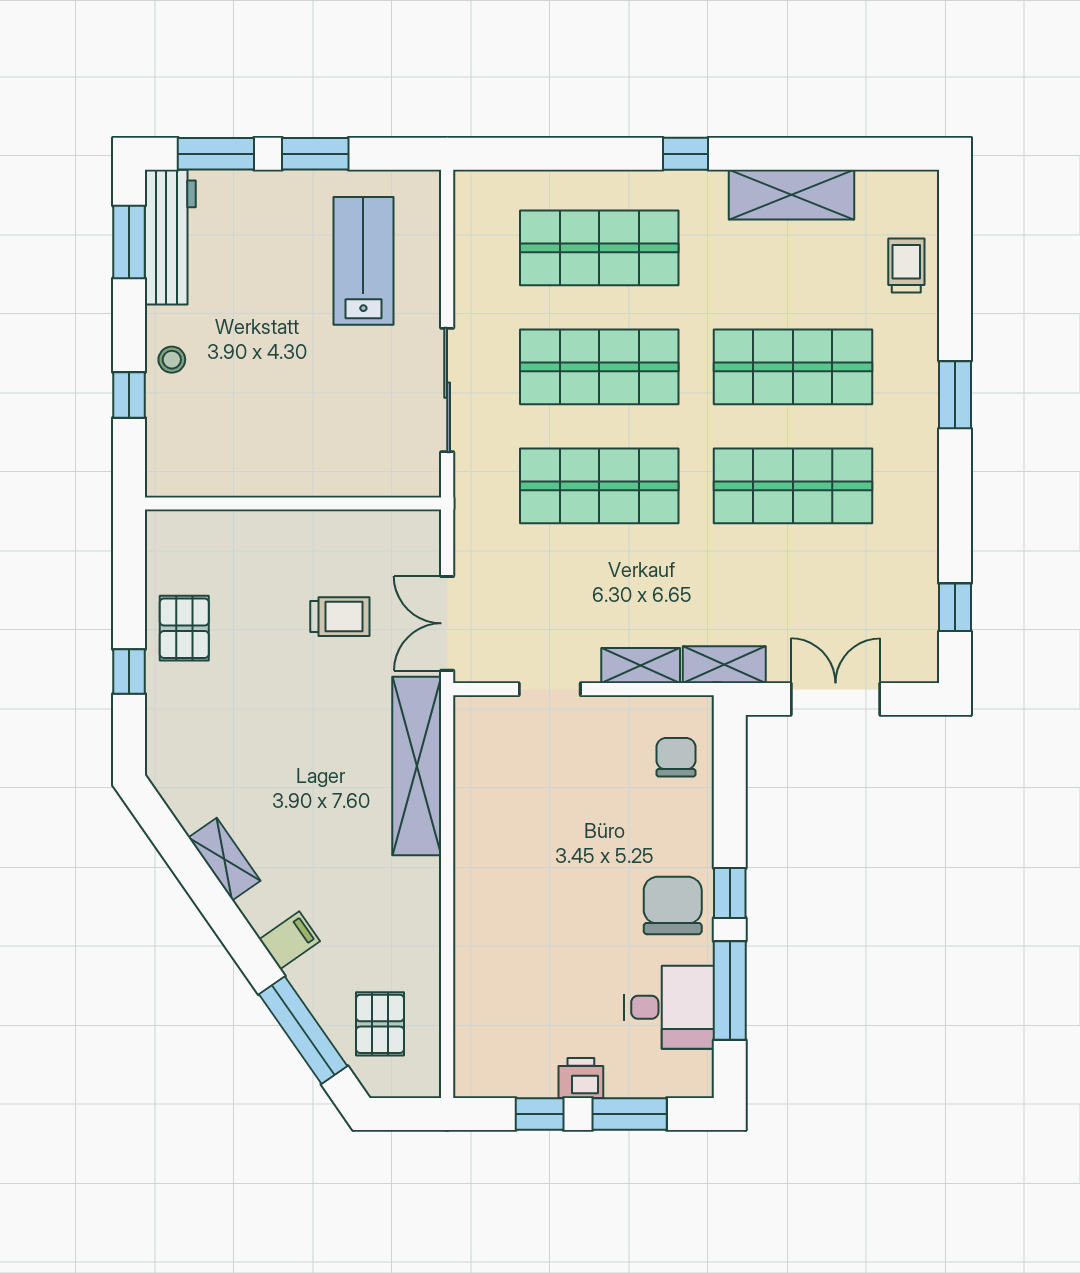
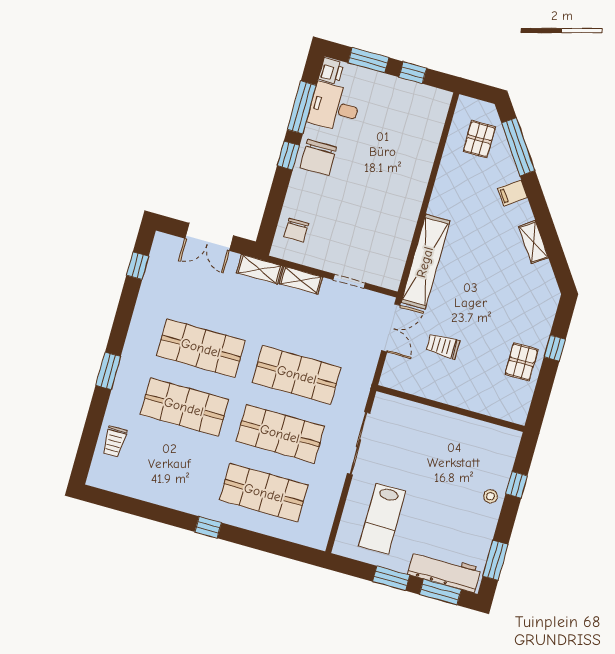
shelving: (791, 195) -> (161, 492), removed
workbench: (170, 237) -> (444, 571), moved, turned 90
printer: (581, 1078) -> (331, 71), moved, turned -90

